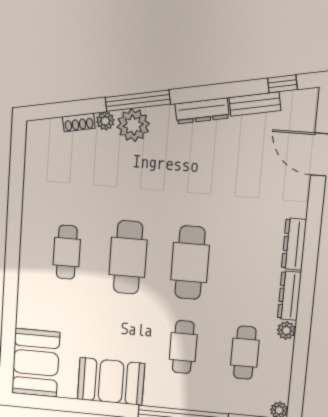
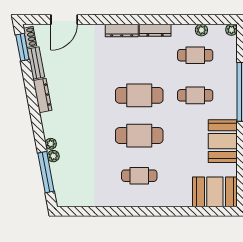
window: (282, 84) -> (22, 47), width x1.50
window: (138, 101) -> (46, 172), moved
shoe rack: (79, 122) -> (30, 37), moved
plant: (133, 125) -> (51, 144), width x0.53, depth x0.53
plant: (286, 330) -> (201, 30), moved

